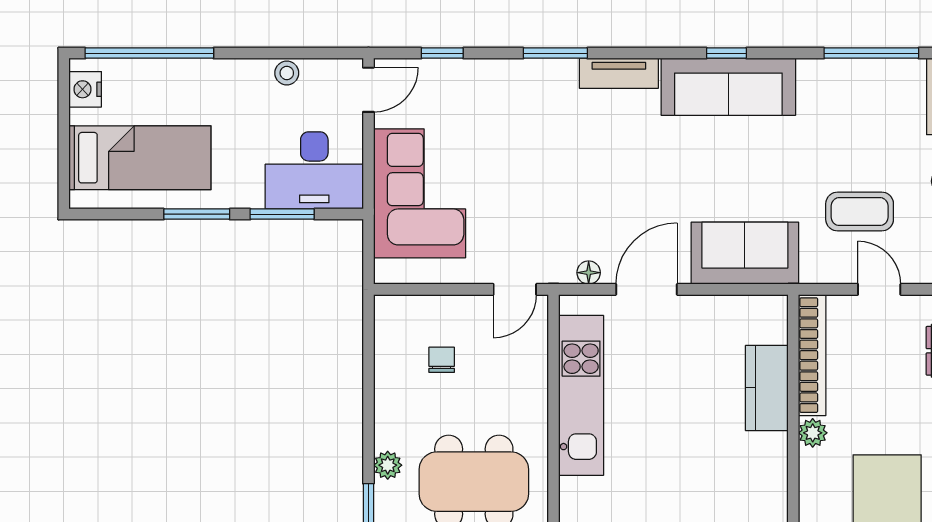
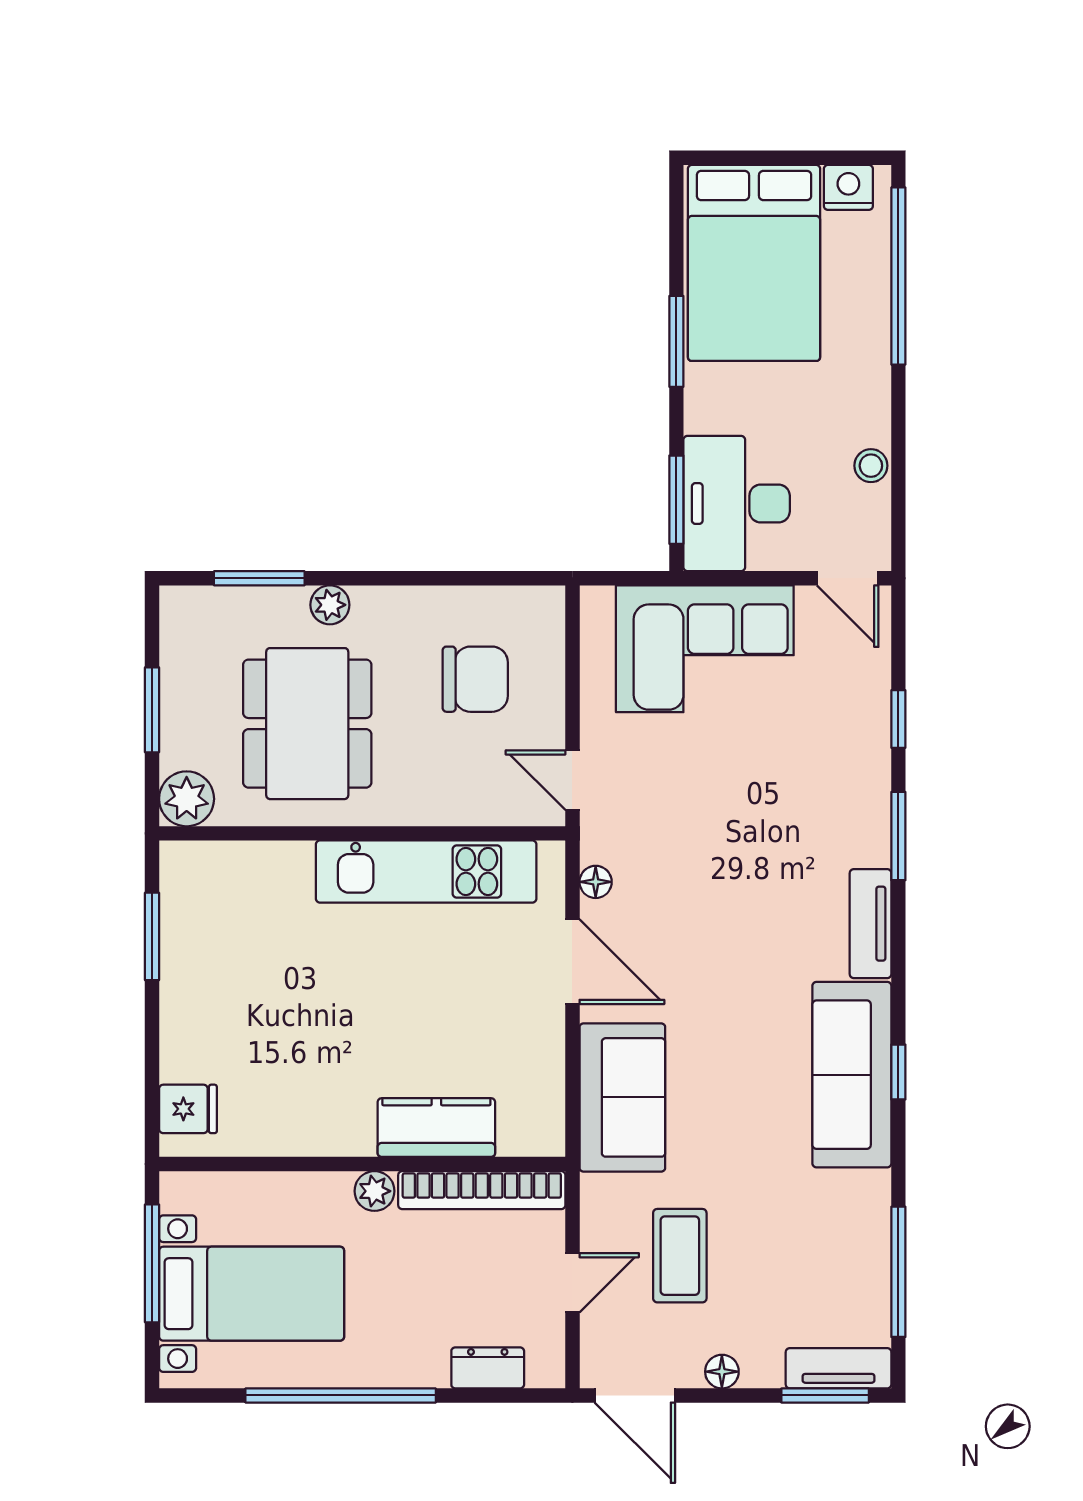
window: (442, 53) -> (898, 719), moved
bed: (140, 158) -> (754, 263), width x1.50
window: (282, 214) -> (676, 500), moved
chair: (442, 360) -> (475, 679), width x1.87, depth x1.87

